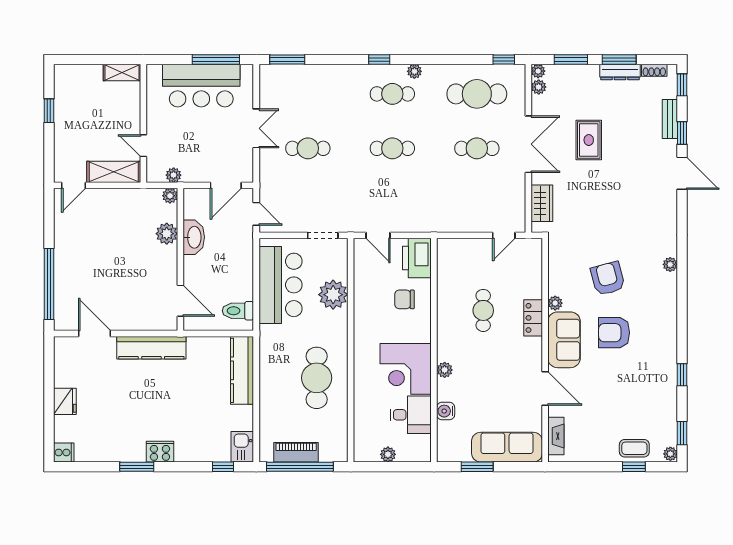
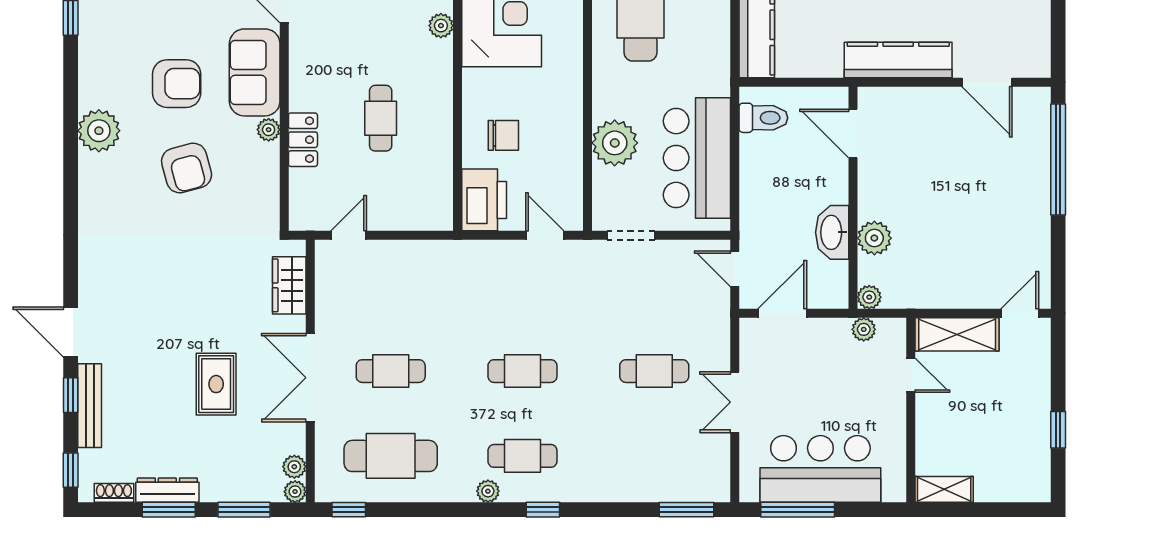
bench: (670, 119) -> (90, 406), width x1.36
plant: (670, 264) -> (99, 131), moved, width x1.88, depth x1.88
locker: (533, 318) -> (303, 140), moved

